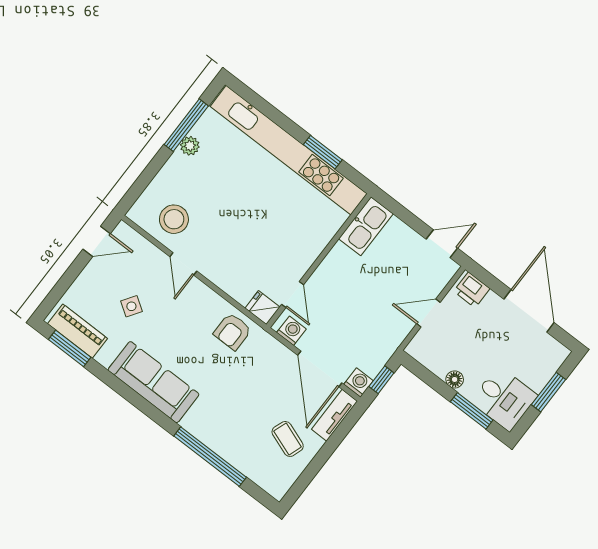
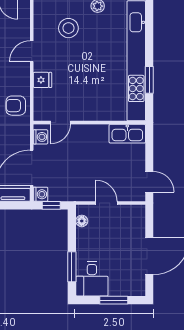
stool: (174, 219) -> (68, 28), moved
printer: (472, 290) -> (137, 217), removed
fridge: (263, 308) -> (42, 80), moved, turned 90
floor lamp: (455, 379) -> (82, 221), moved

